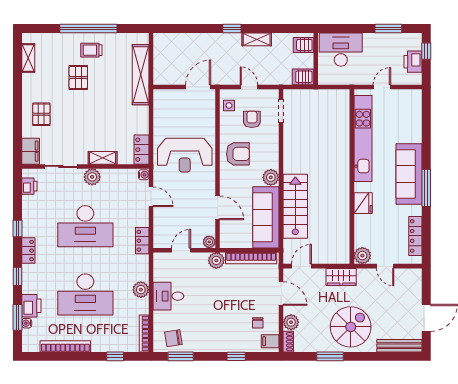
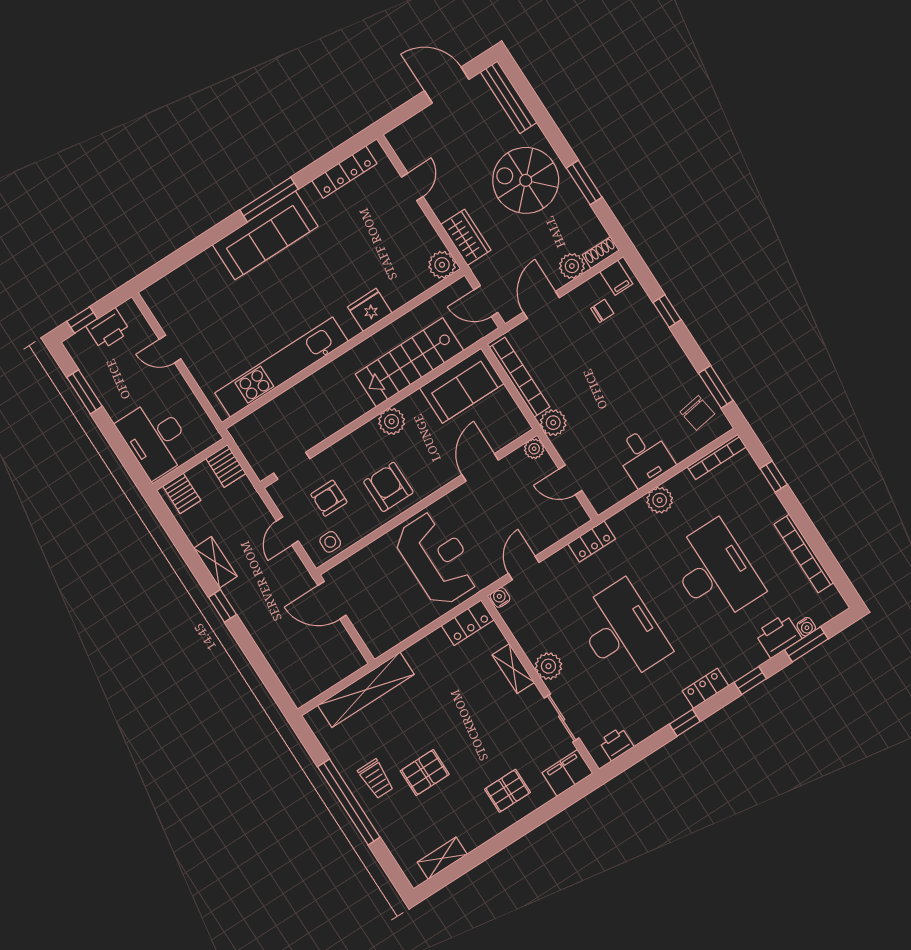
kitchen unit: (363, 139) -> (281, 367), moved
wall: (352, 177) -> (343, 349), moved
fridge: (363, 203) -> (370, 310), moved
sofa: (266, 217) -> (462, 386), width x0.73
plant: (362, 256) -> (442, 265), moved

